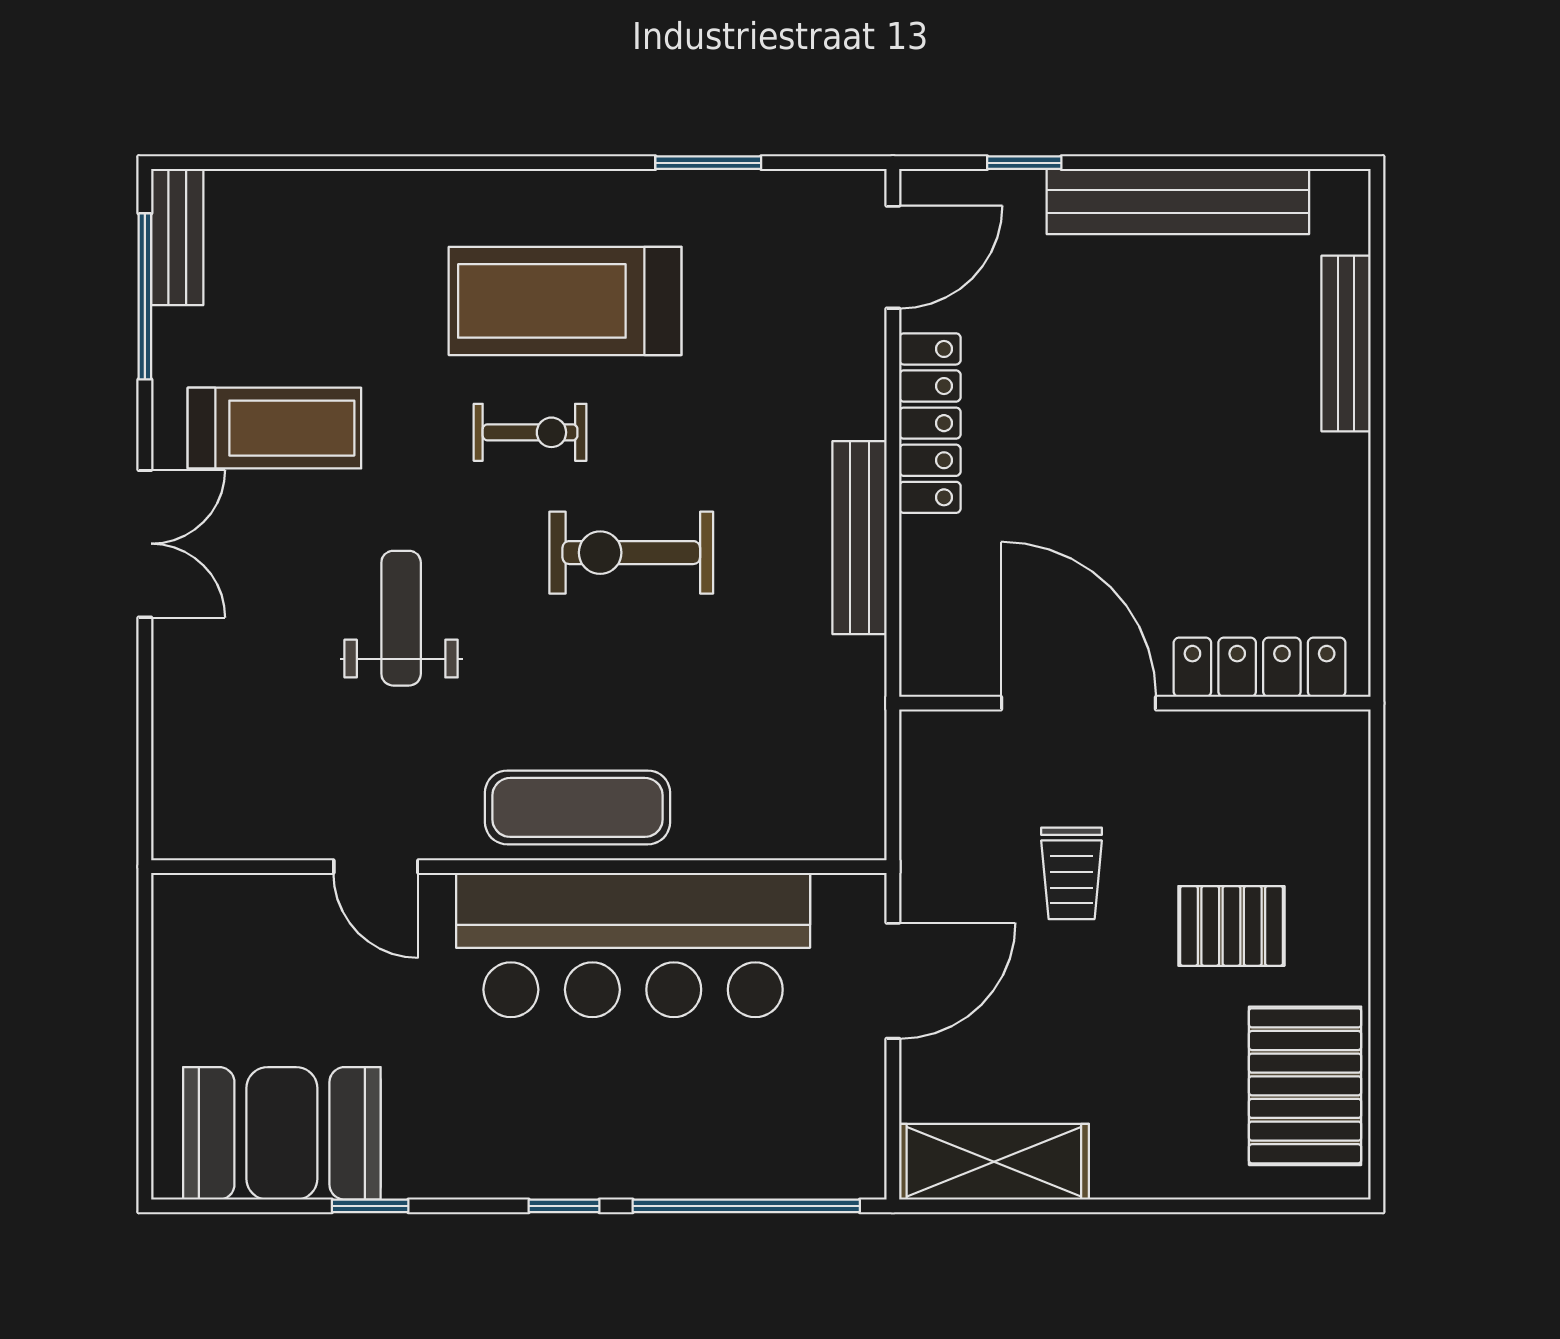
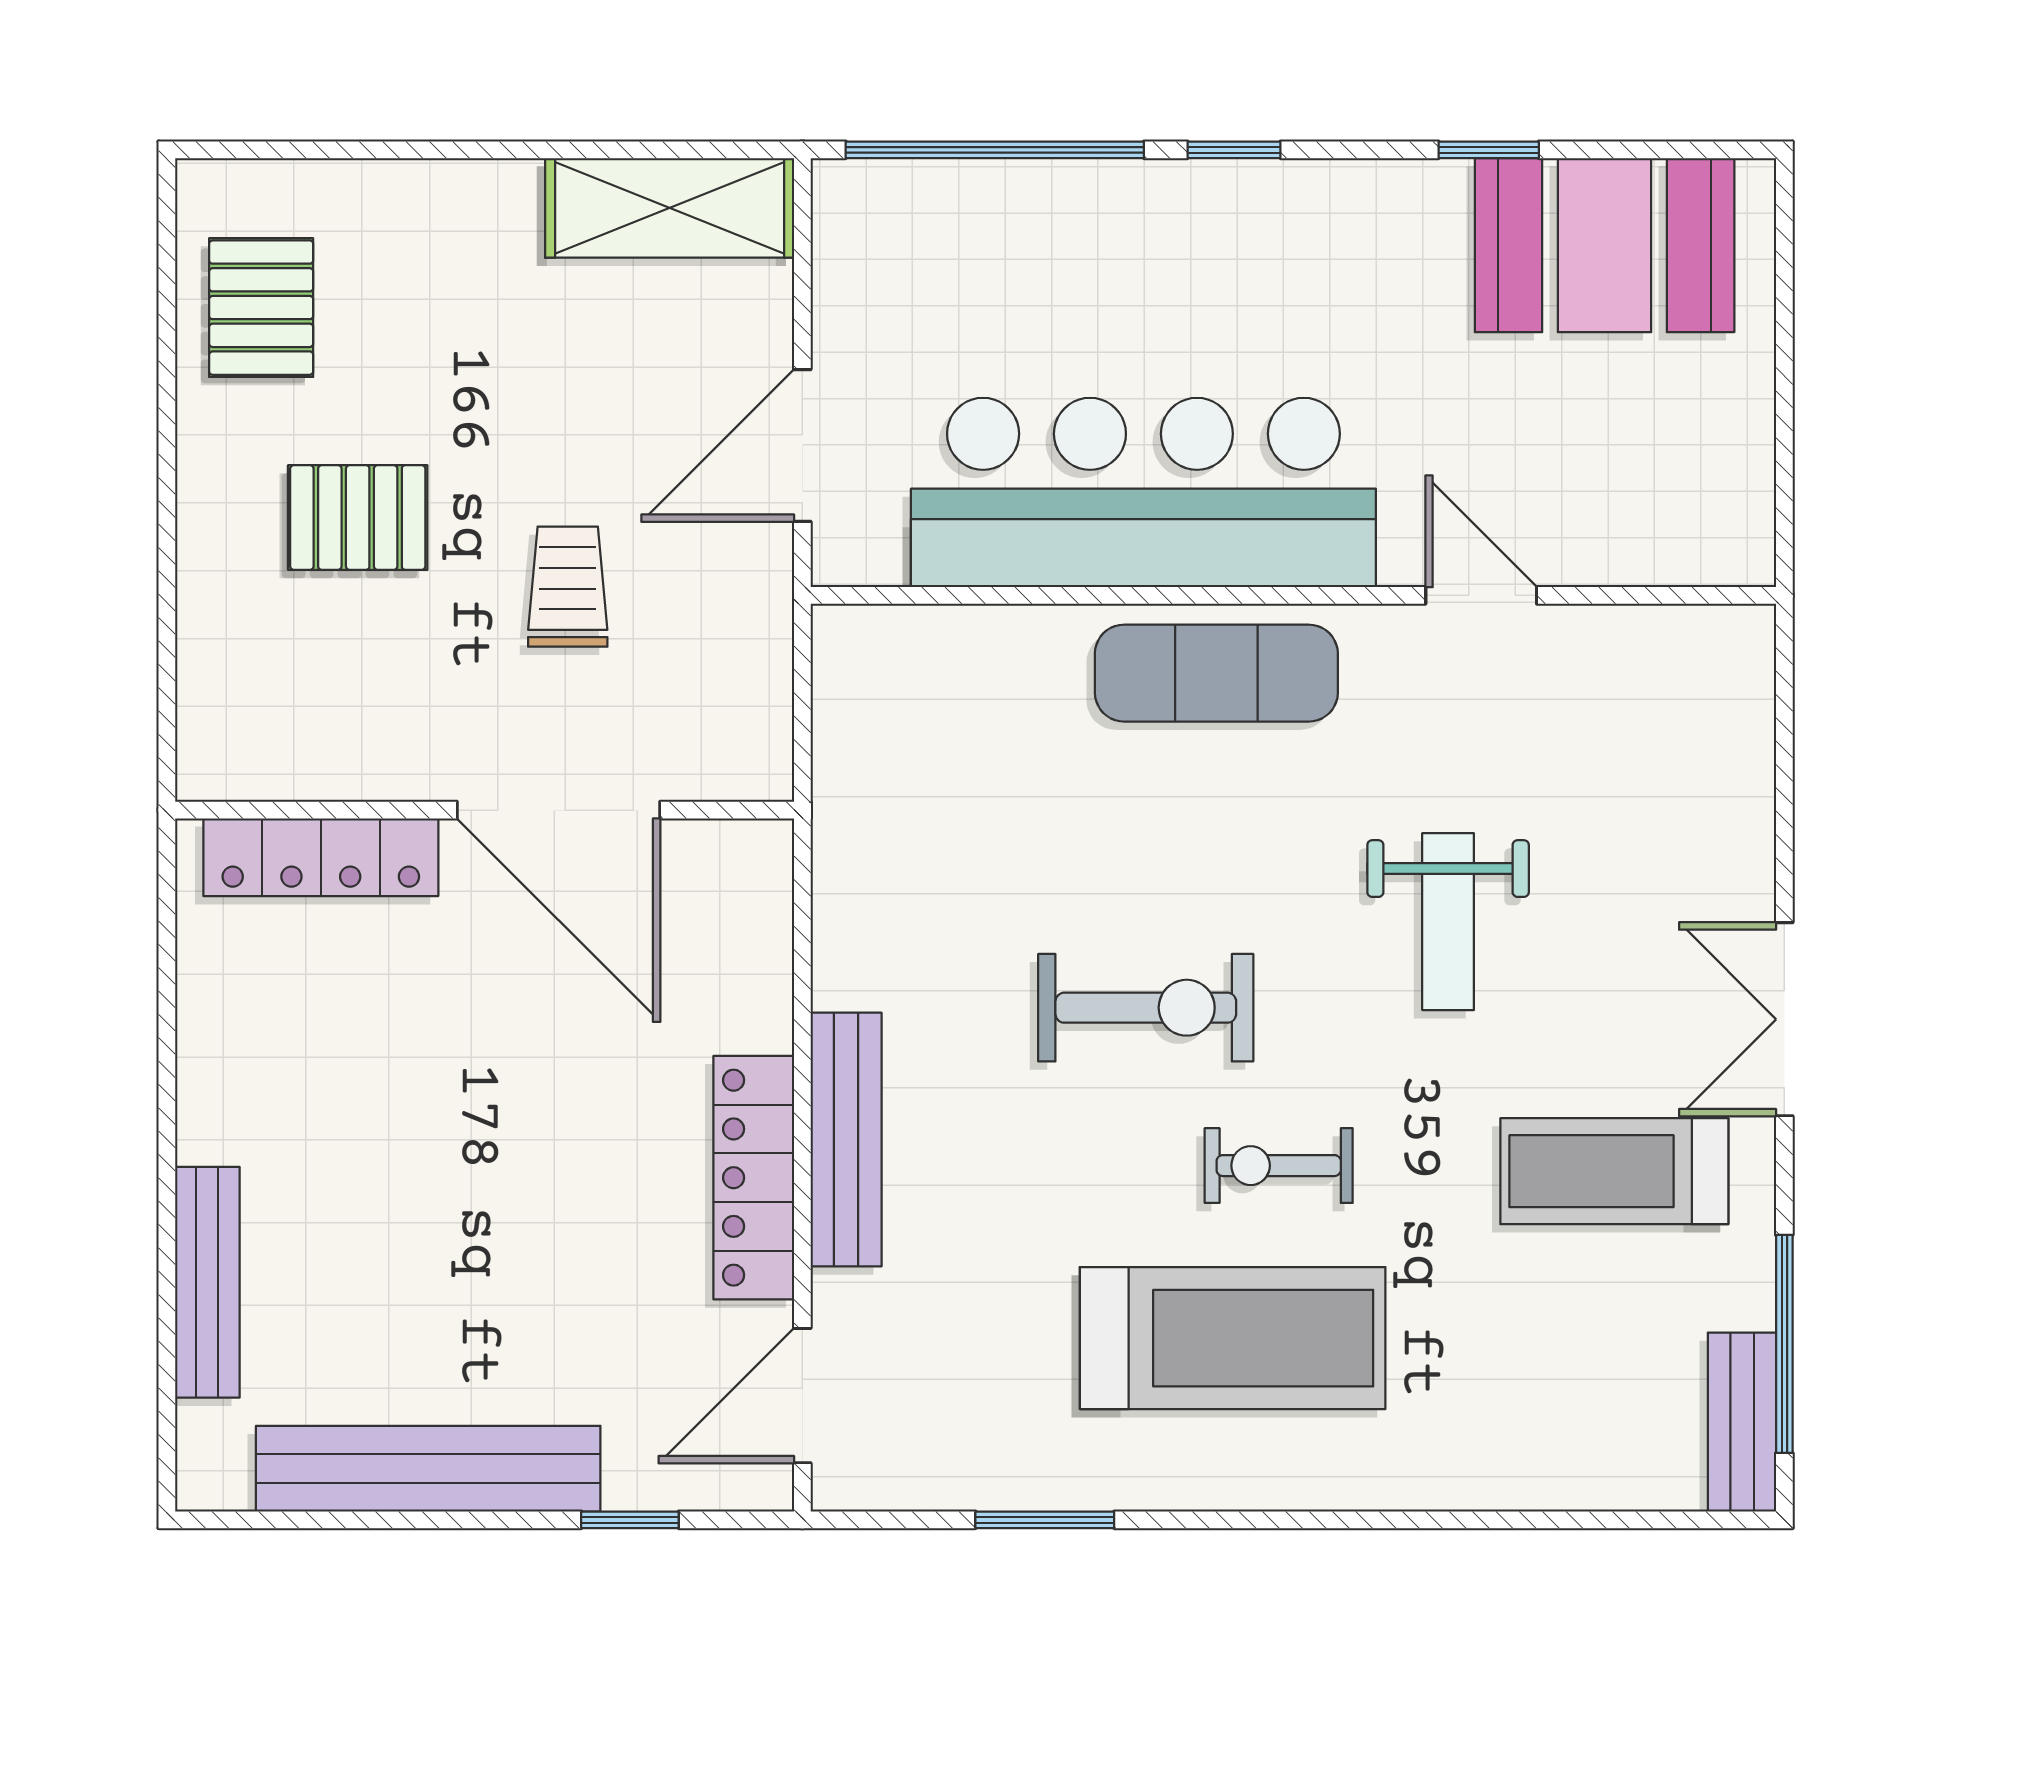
bench: (860, 538) -> (846, 1140), moved
pallet: (1305, 1086) -> (261, 308), width x0.67, depth x0.71

